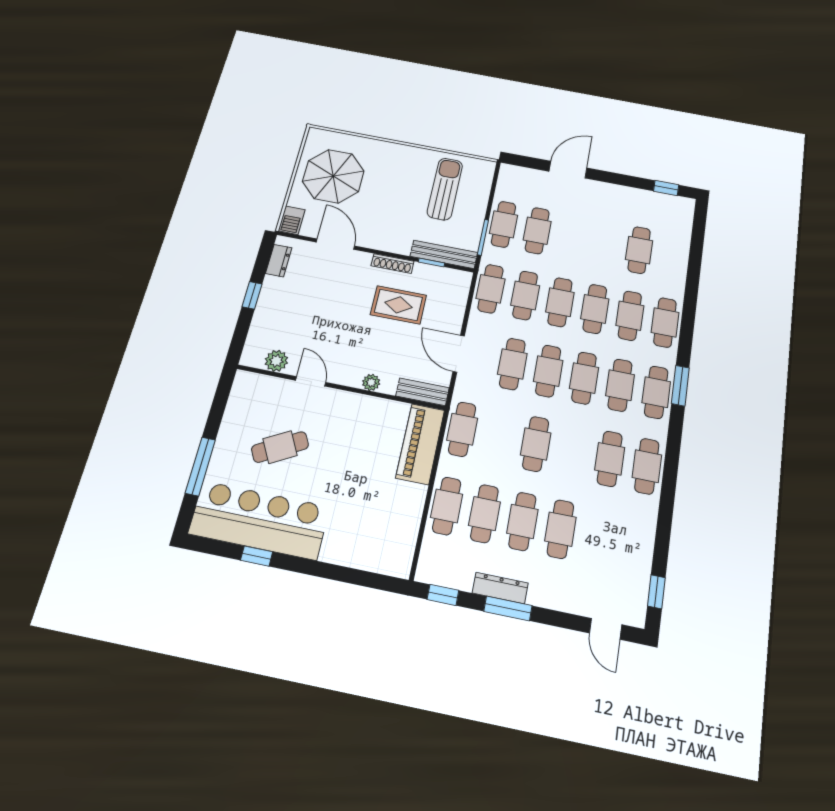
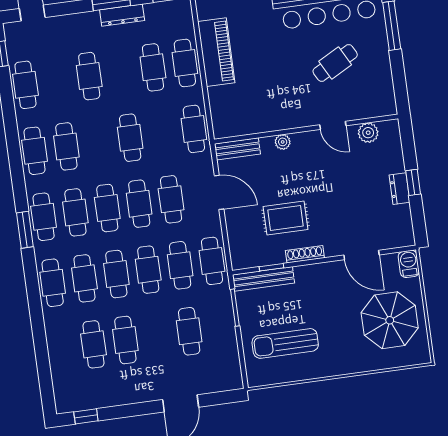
sun lounger: (445, 189) -> (285, 343), turned 90
cafe table: (504, 224) -> (125, 340), moved
dresser: (279, 261) -> (399, 189), moved
piano: (420, 444) -> (216, 52), moved
cafe table: (522, 521) -> (25, 85), moved

